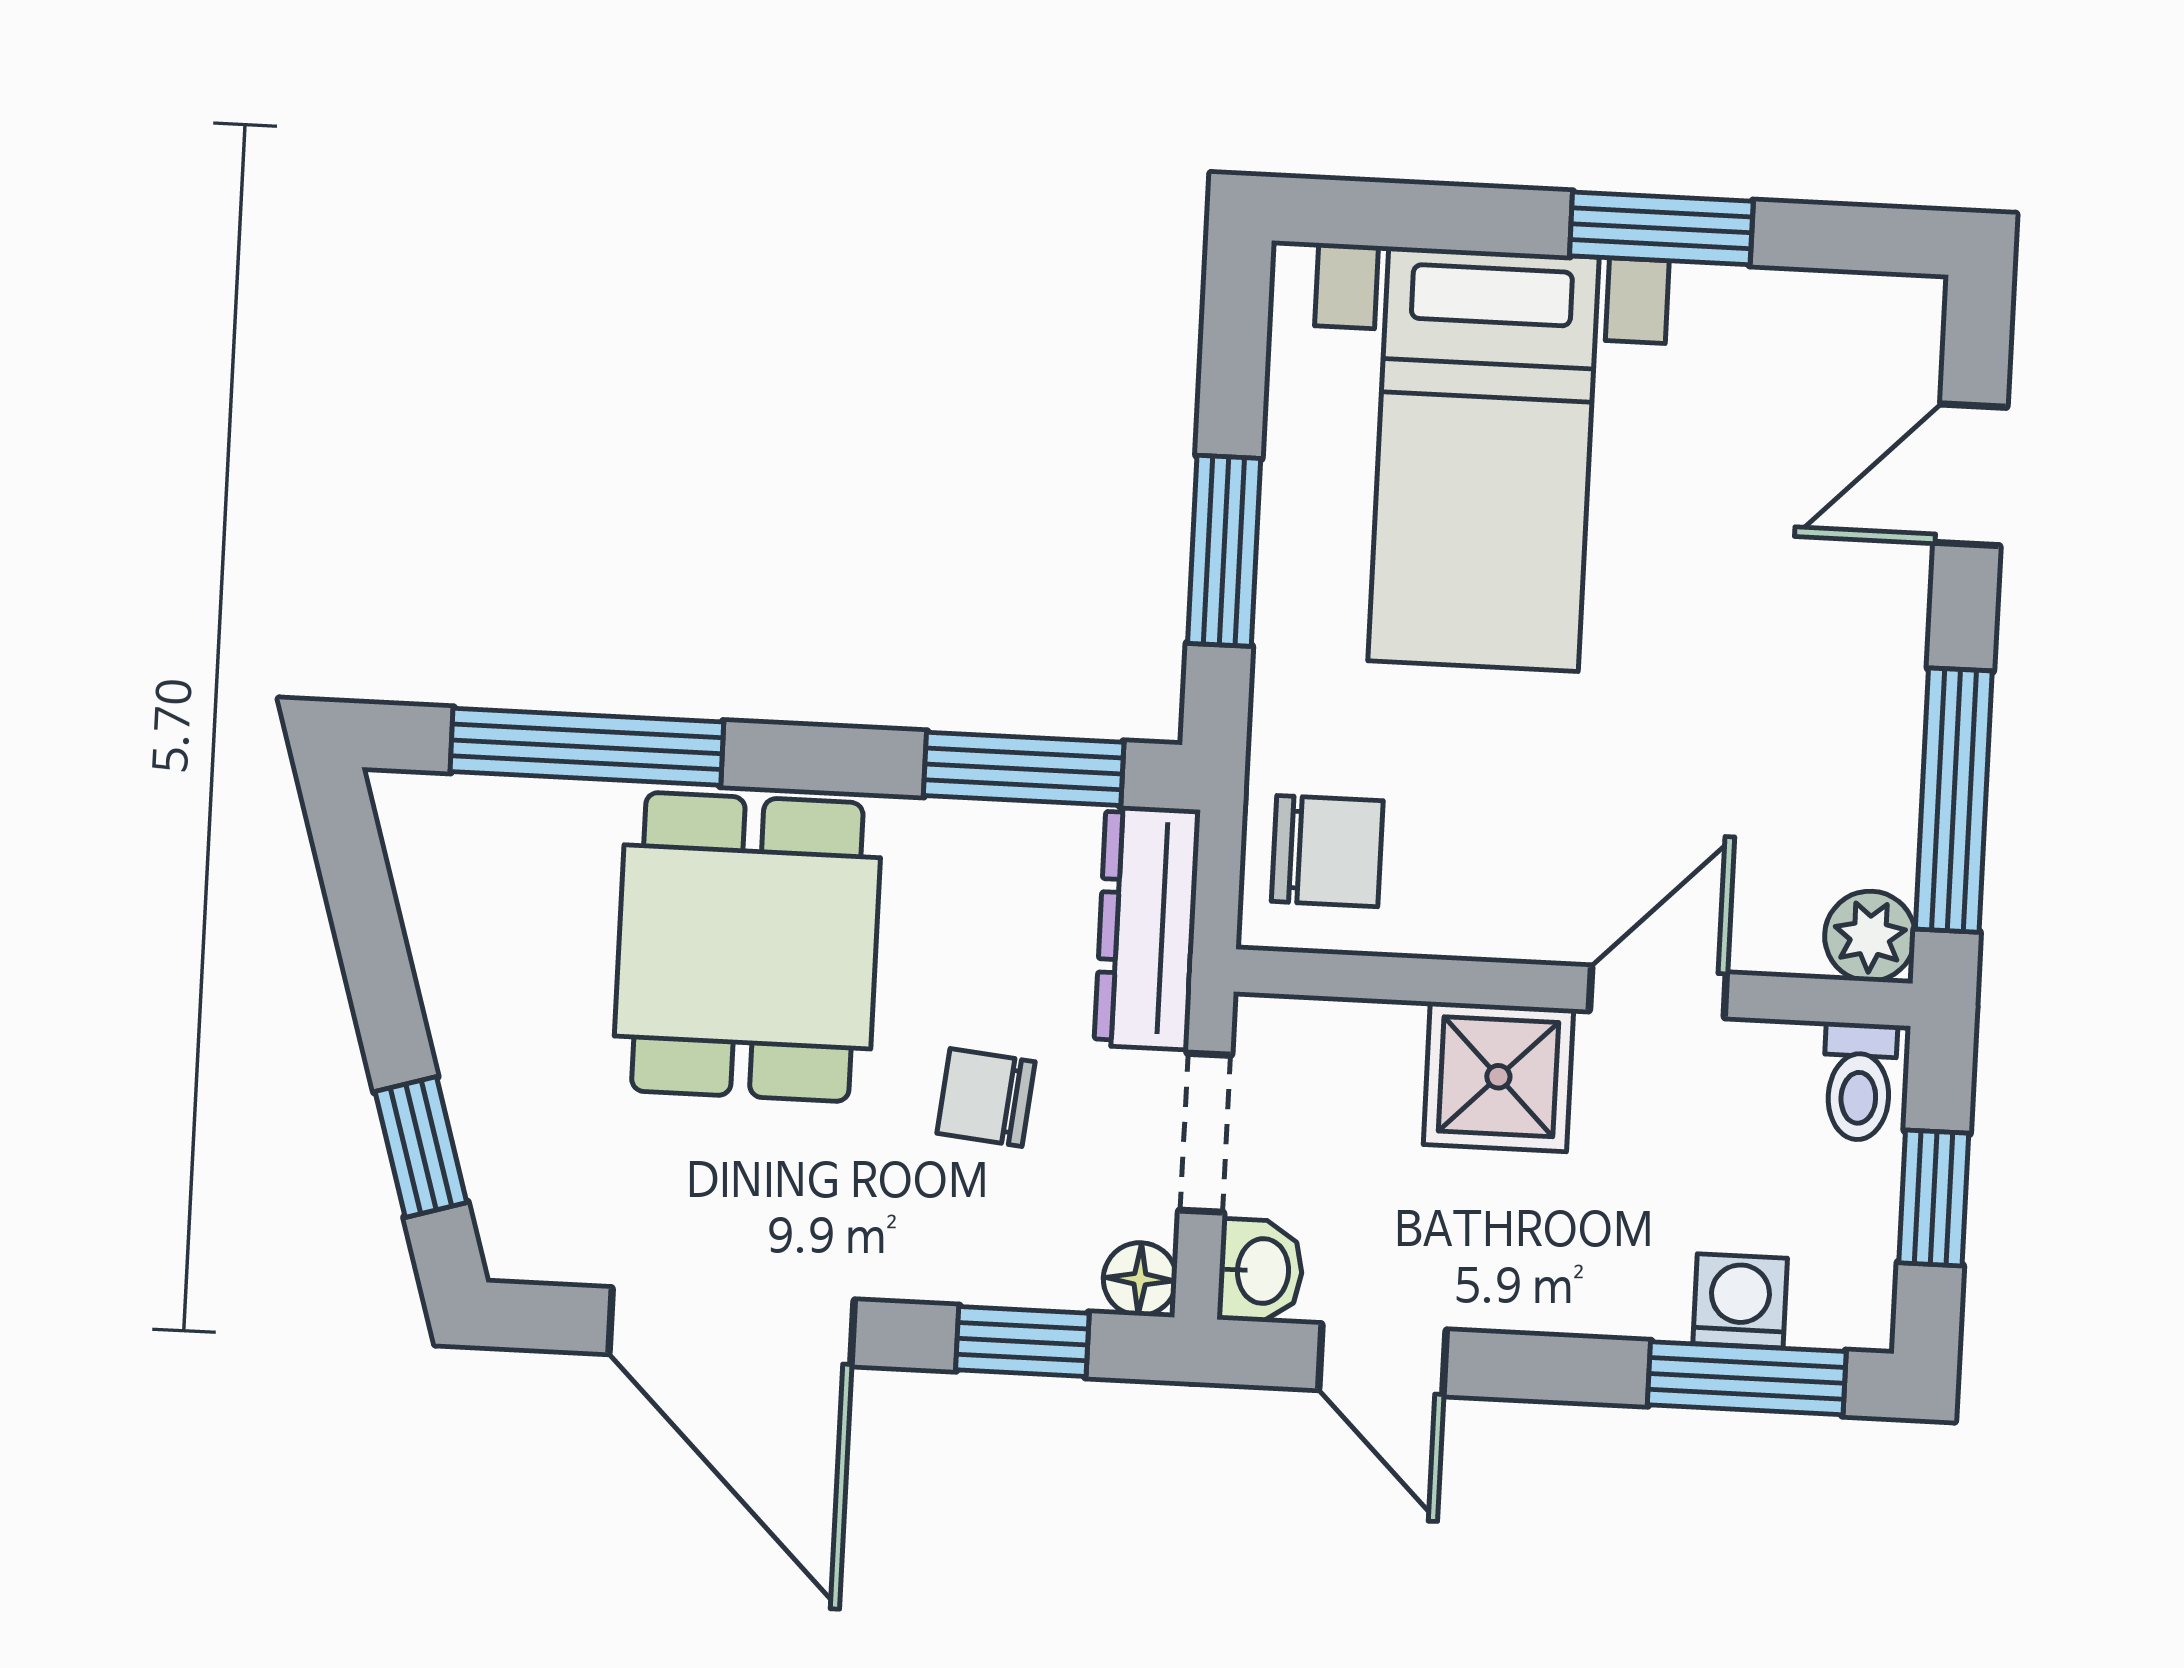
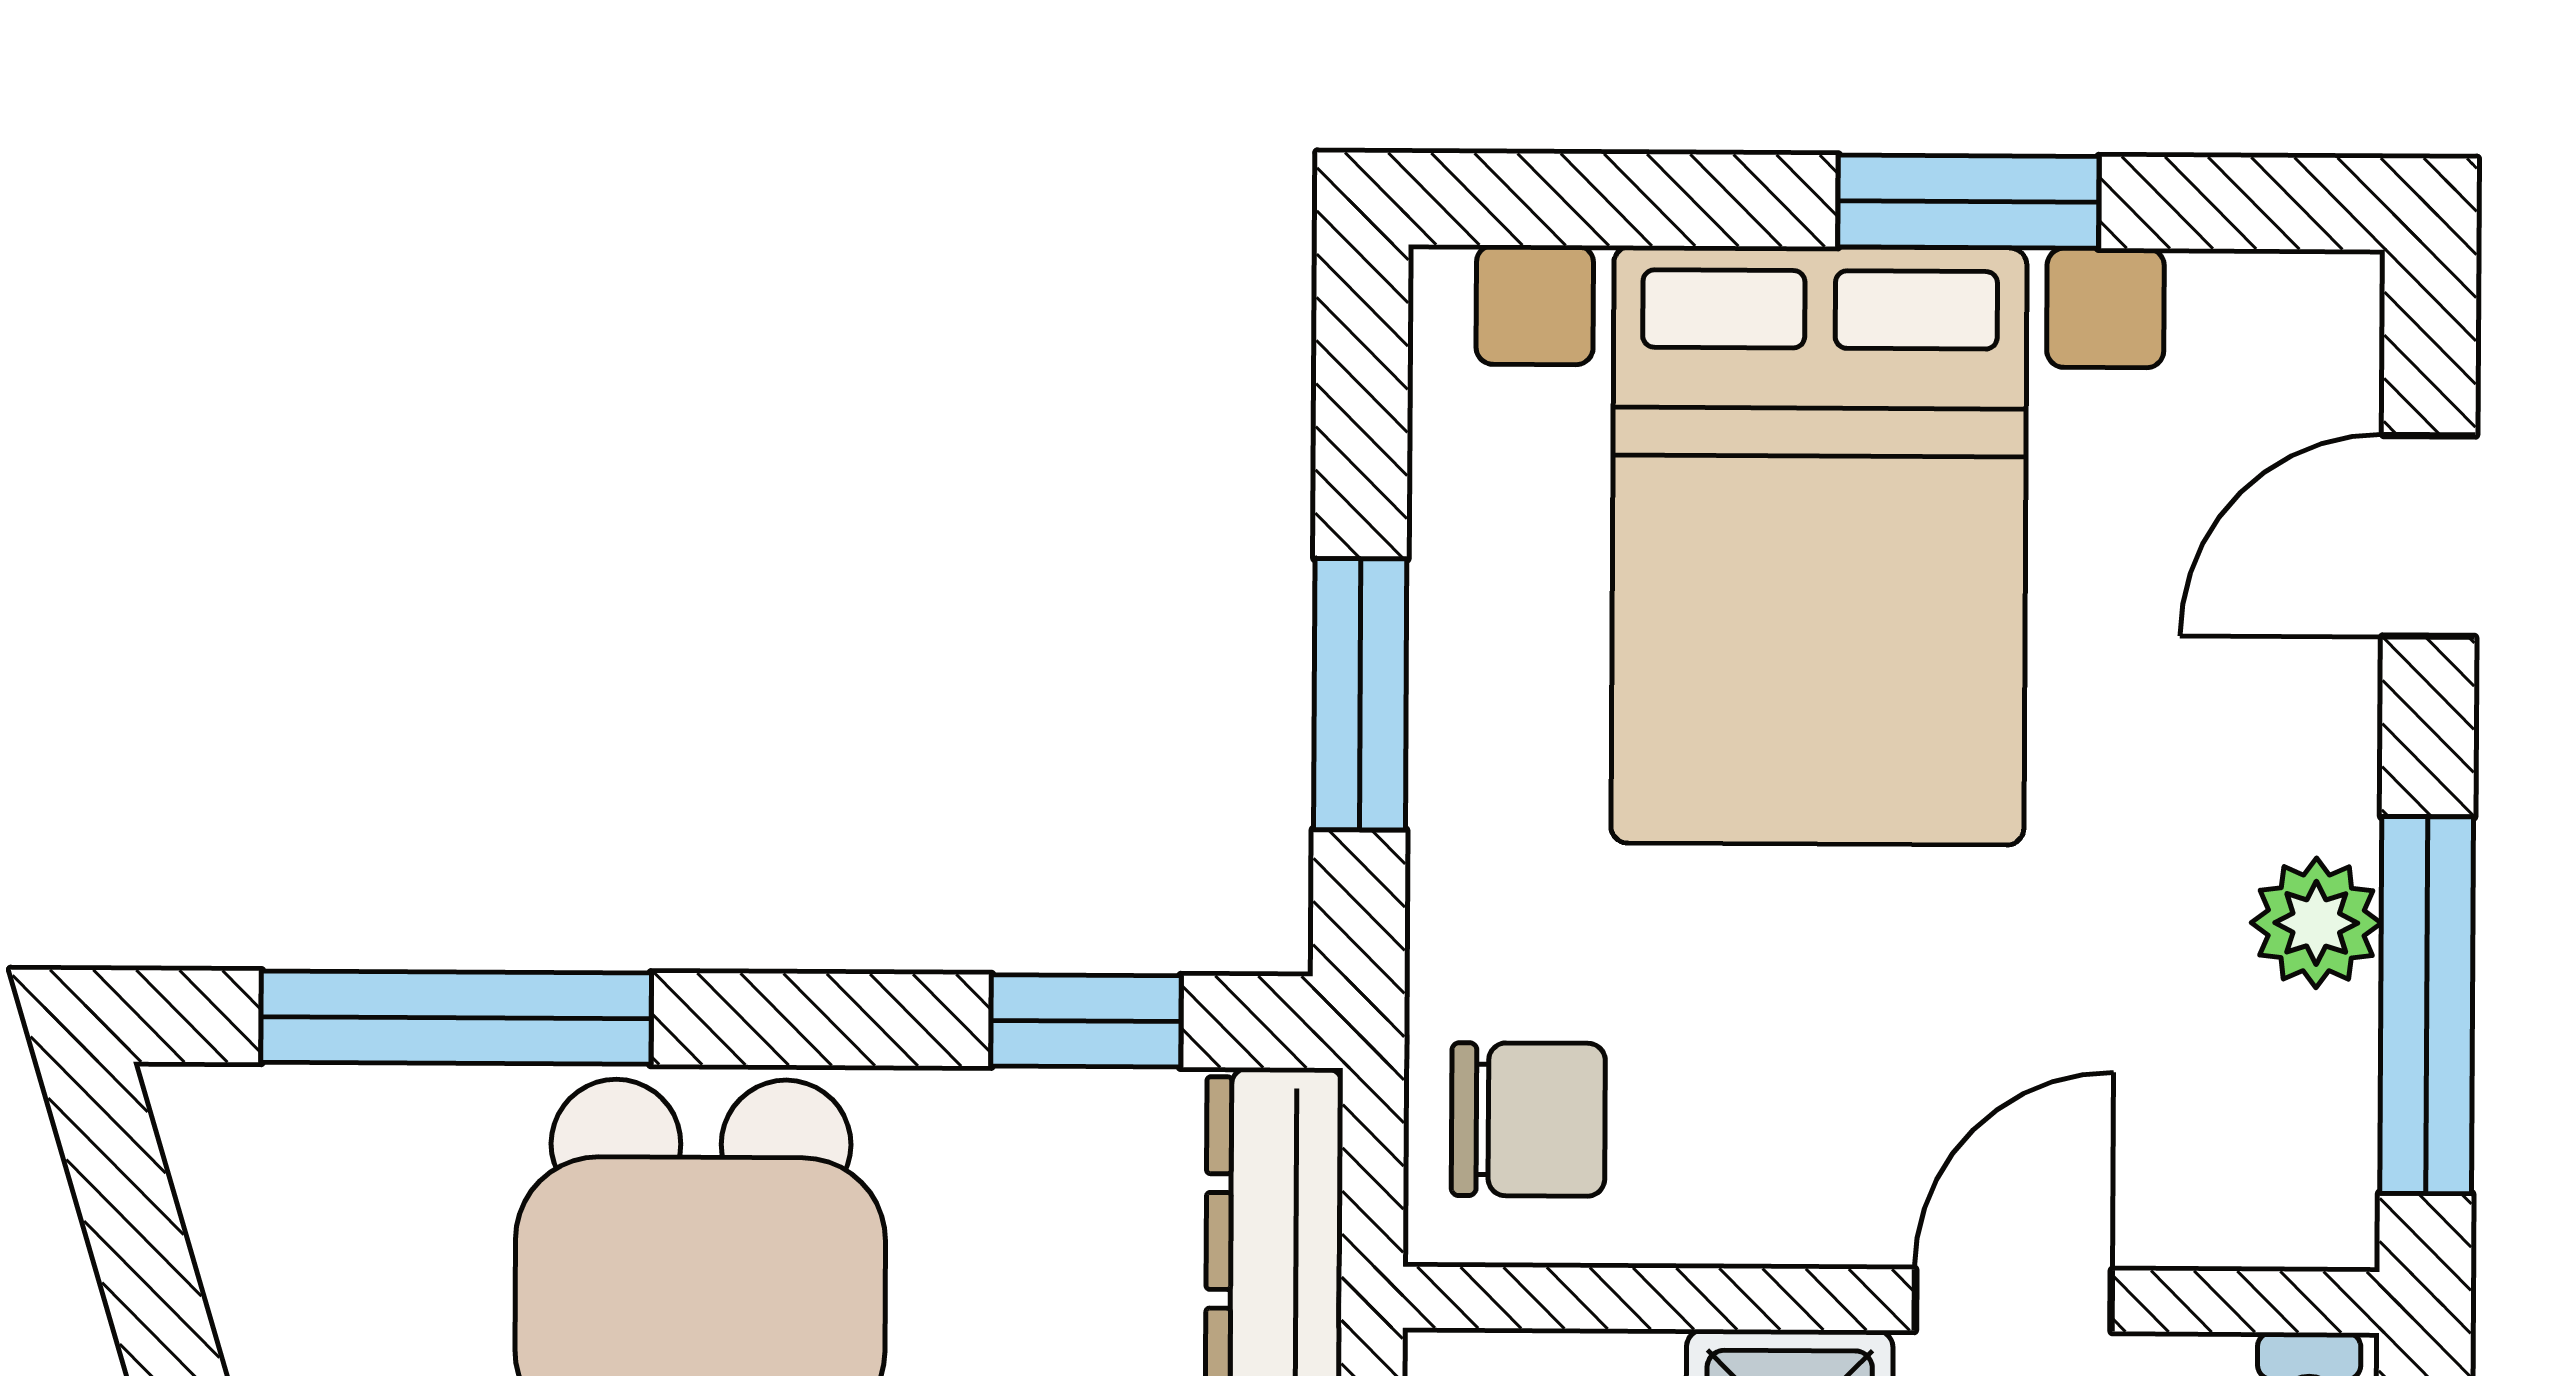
bed with nightstands: (1484, 459) -> (1819, 546), width x1.36
window: (1024, 769) -> (1086, 1021), width x0.67
plant: (1870, 936) -> (2316, 923), moved

